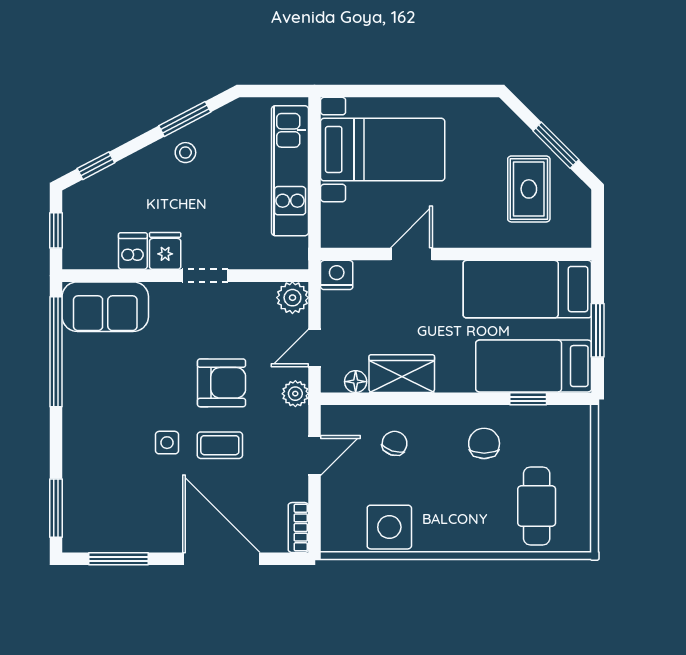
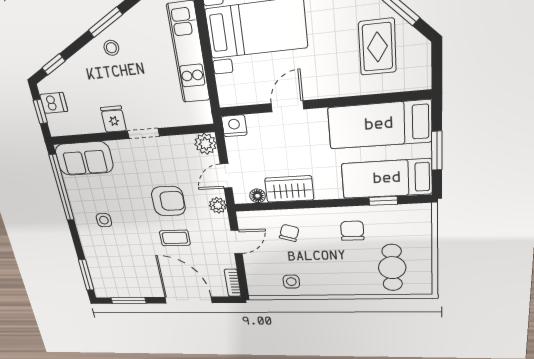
dishwasher: (133, 251) -> (54, 103), moved, turned 90
side table: (167, 443) -> (104, 220), moved
side table: (389, 527) -> (291, 282), width x0.54, depth x0.54

